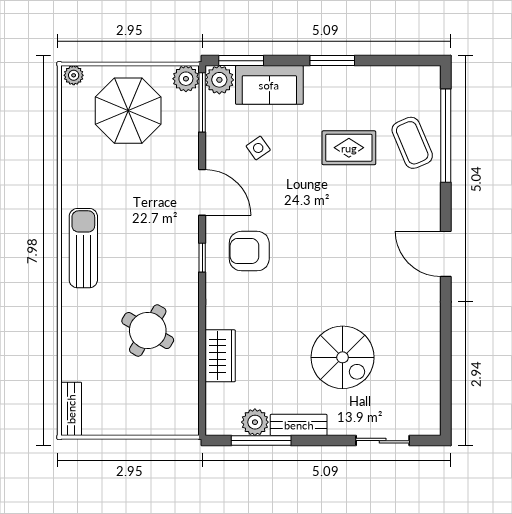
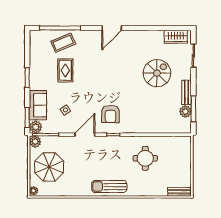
round table: (148, 331) -> (145, 158), turned -30
wardrobe: (220, 356) -> (176, 37), moved, turned 180

